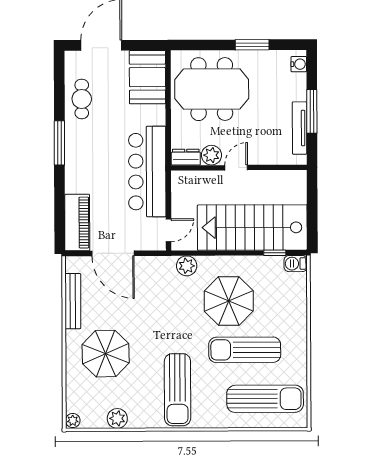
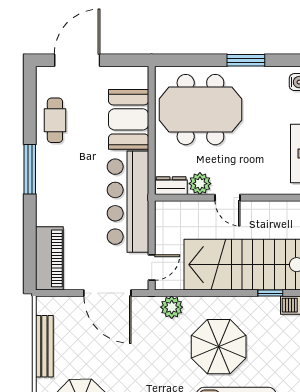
booth: (147, 77) -> (129, 119), moved
door: (236, 168) -> (227, 198), swing flipped
door: (113, 253) -> (107, 293), moved

